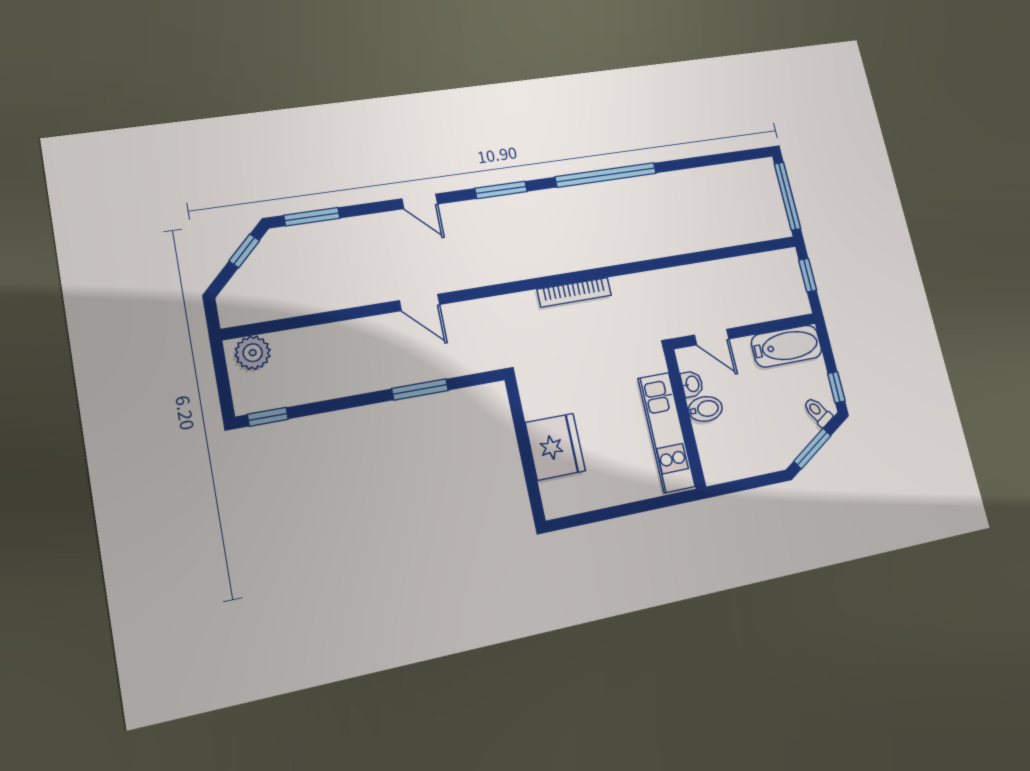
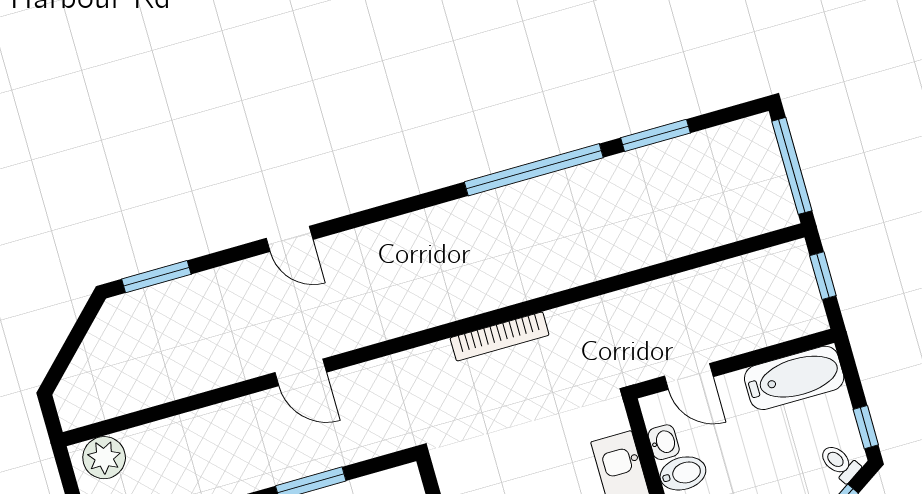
window: (501, 190) -> (656, 135), moved
window: (244, 251) -> (79, 331), removed

